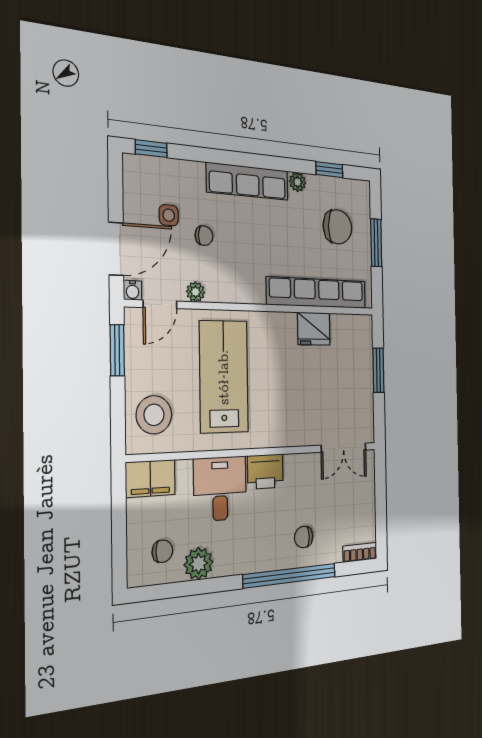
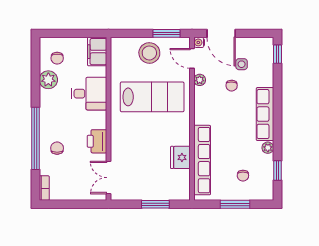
chair: (337, 227) -> (243, 176), width x0.54, depth x0.54
stool: (154, 415) -> (149, 53), moved
printer: (265, 472) -> (97, 141), moved

